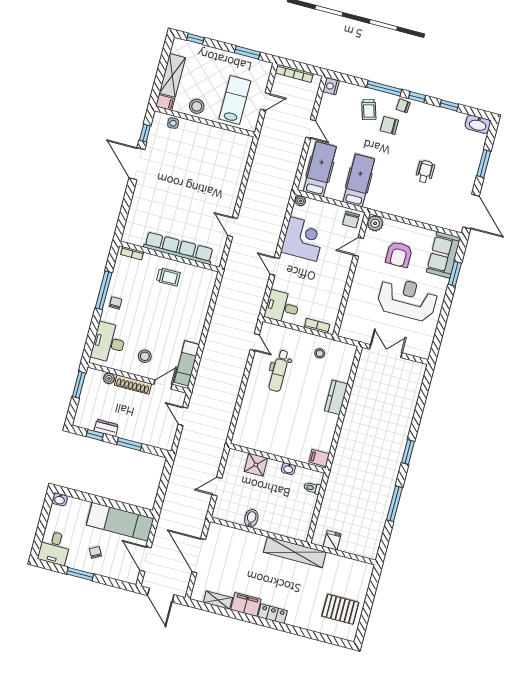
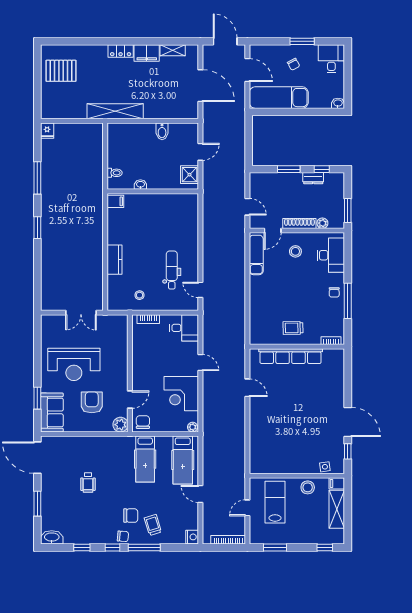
lab bench: (235, 100) -> (275, 502), turned 180
shower: (256, 465) -> (189, 175), moved
fridge: (332, 540) -> (47, 131), moved

